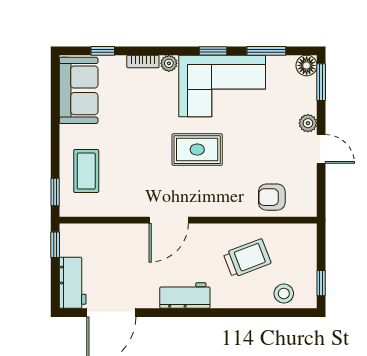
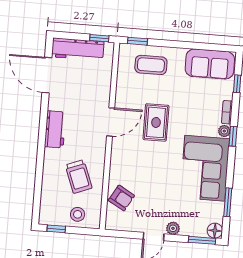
window: (213, 51) -> (233, 136), moved
rug: (197, 150) -> (156, 122), moved
armchair: (272, 197) -> (121, 198), turned 120
door: (169, 220) -> (111, 122), swing flipped
workbench: (73, 283) -> (78, 49), width x1.38
stool: (284, 294) -> (78, 214), moved

